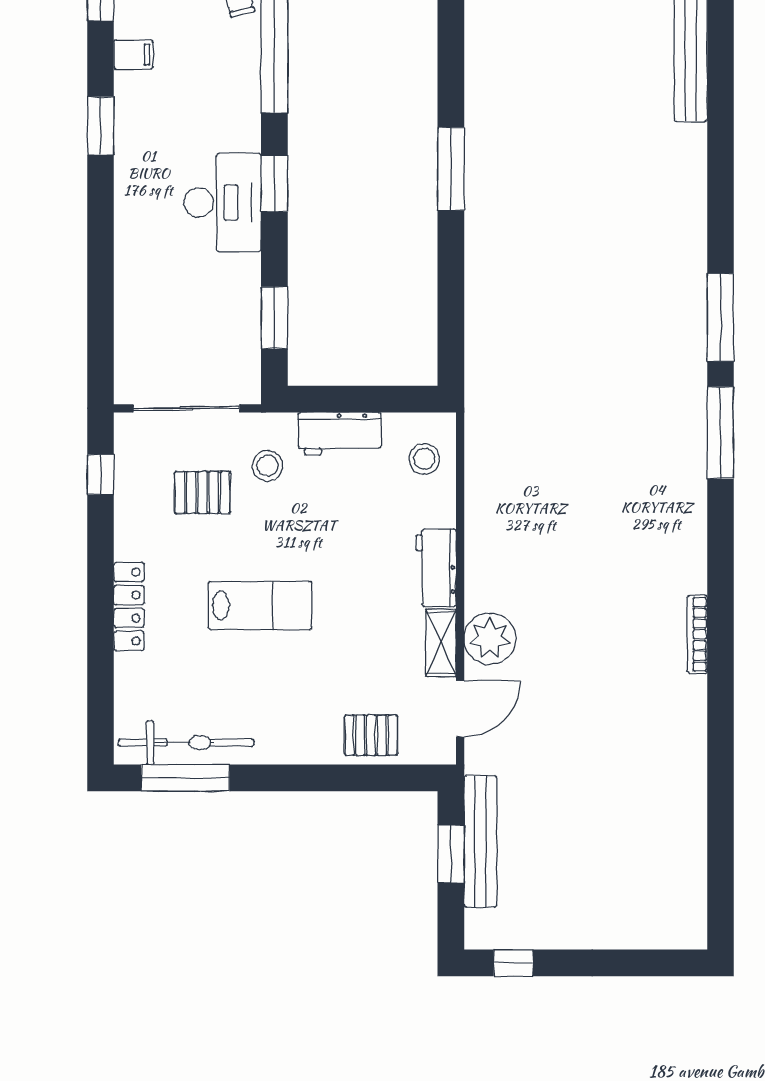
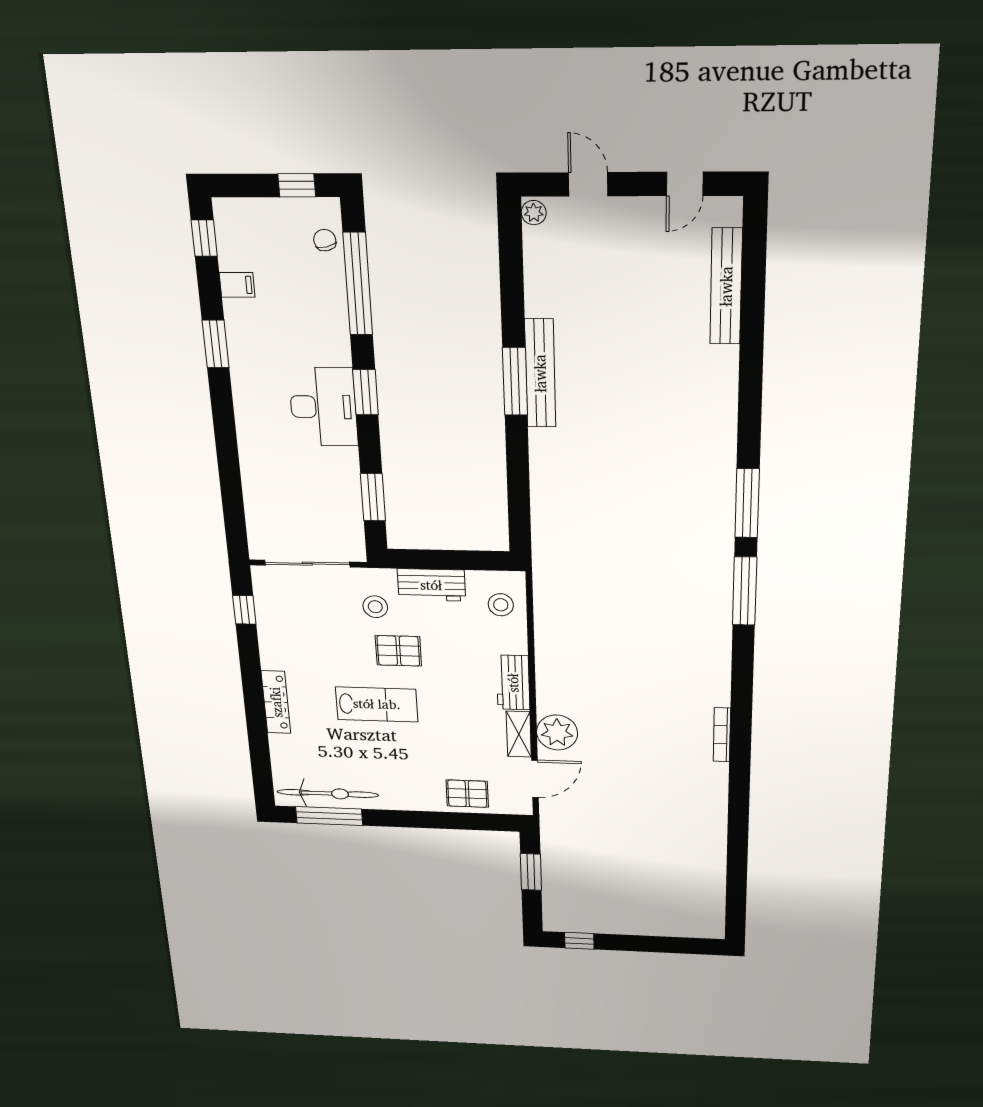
pallet: (203, 492) -> (398, 651), moved
bench: (480, 841) -> (540, 373), moved

